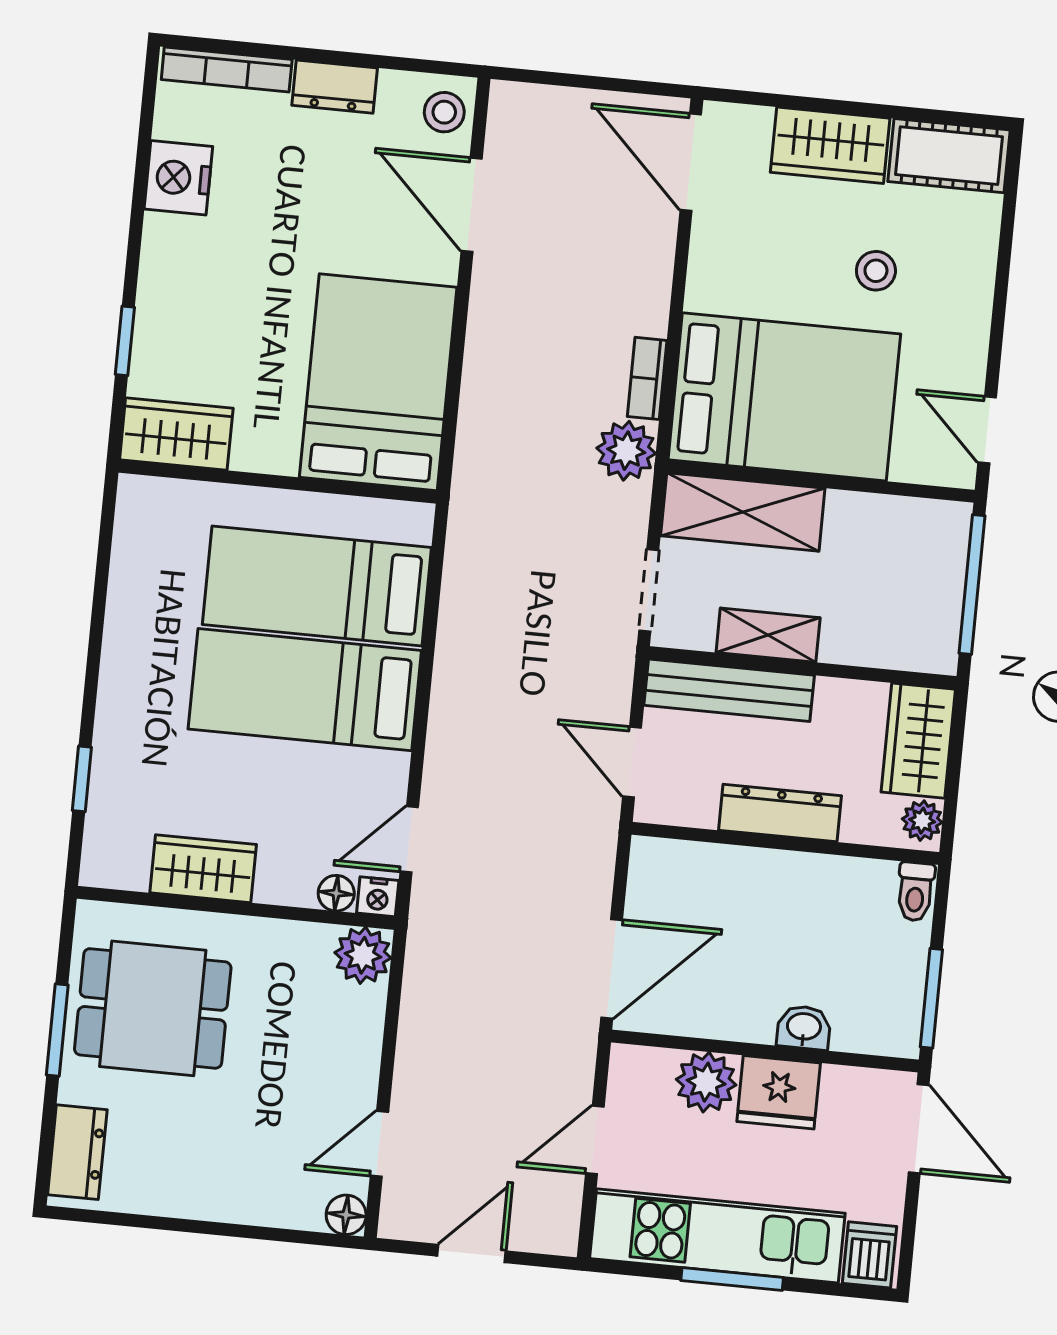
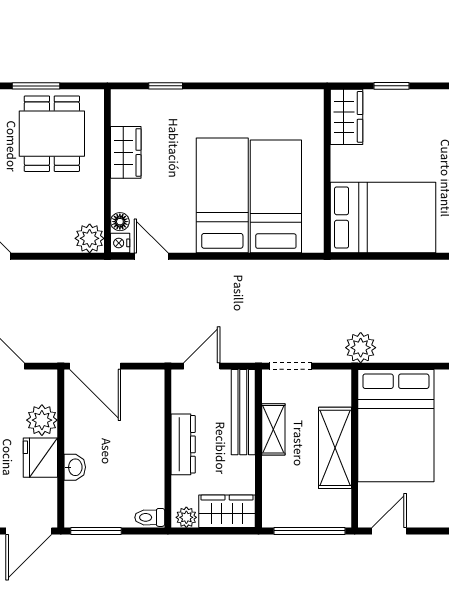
bookcase: (647, 378) -> (398, 355), removed
shelving: (743, 512) -> (335, 448), moved

